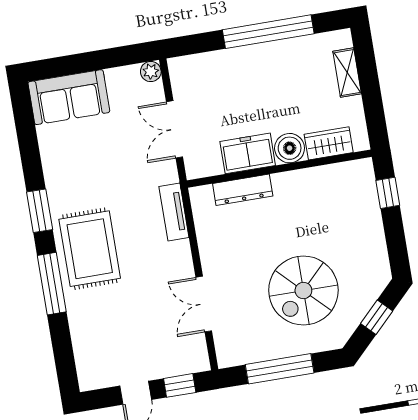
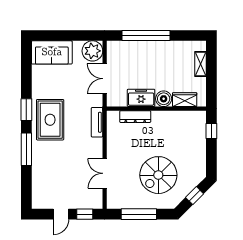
window: (268, 32) -> (146, 36), moved
plant: (151, 72) -> (92, 51), width x1.87, depth x1.87
rug: (90, 249) -> (50, 120), moved

